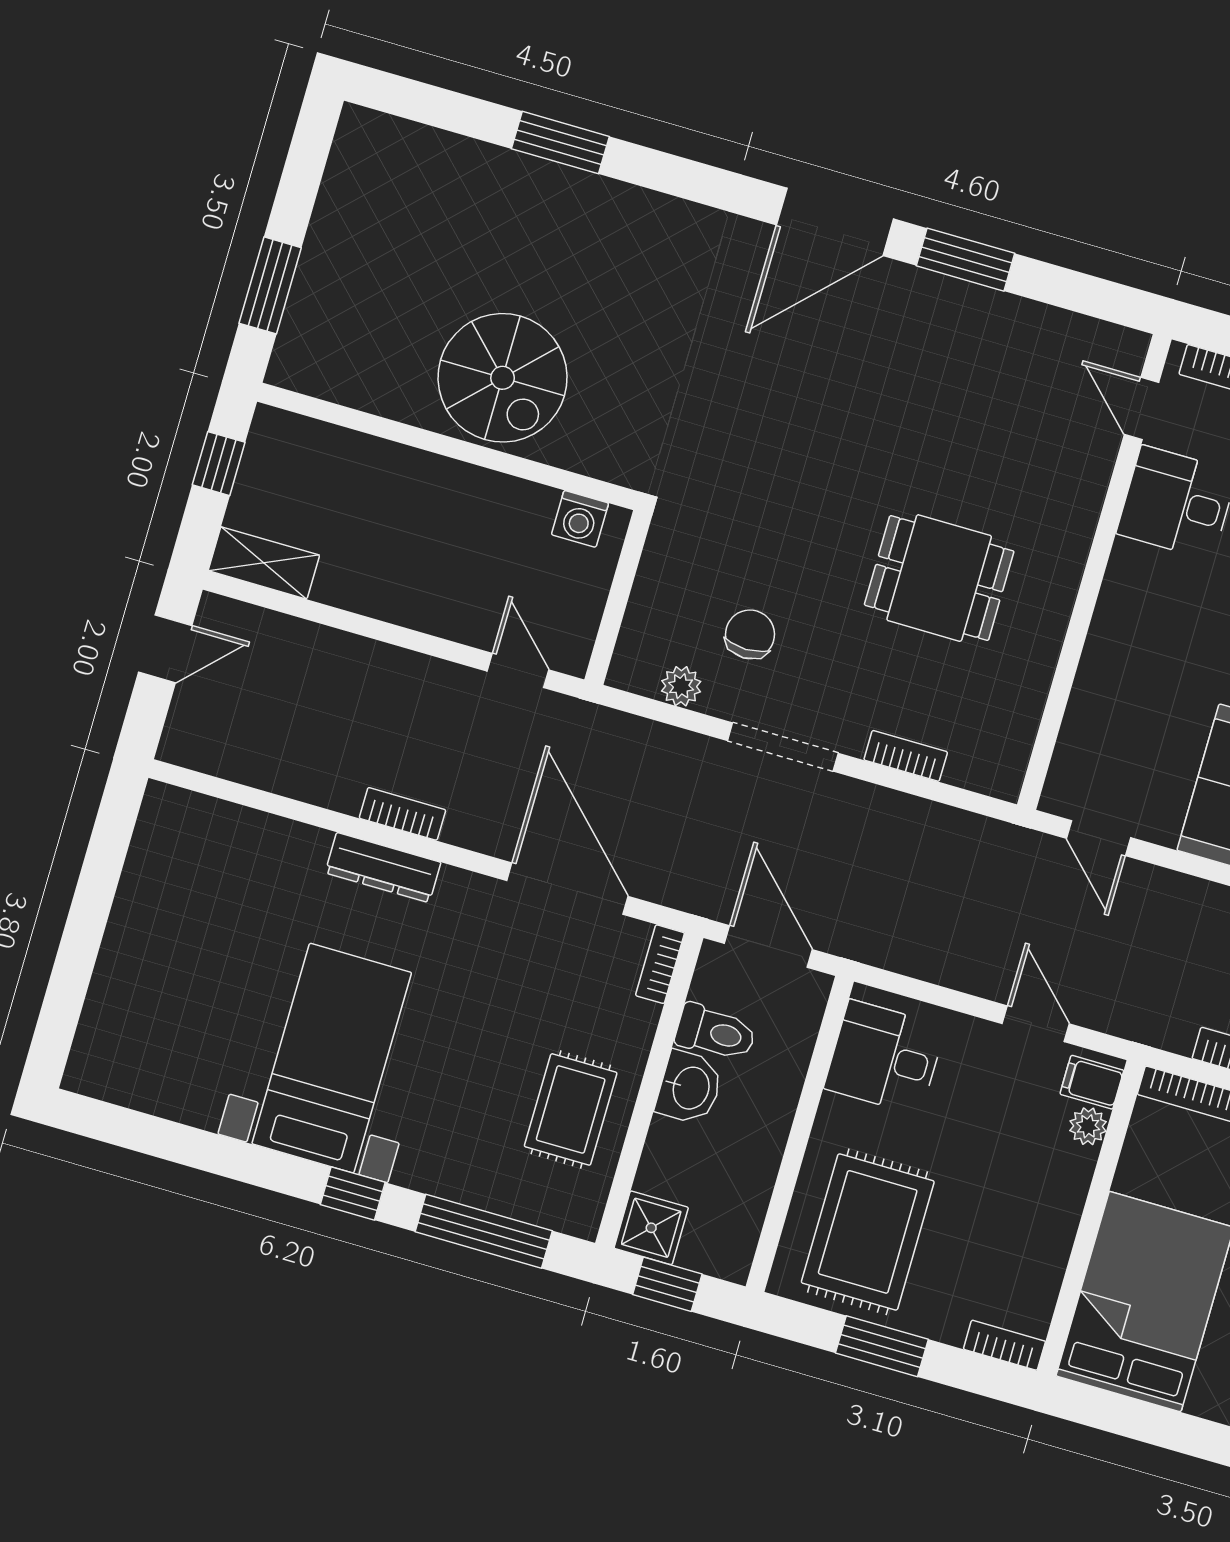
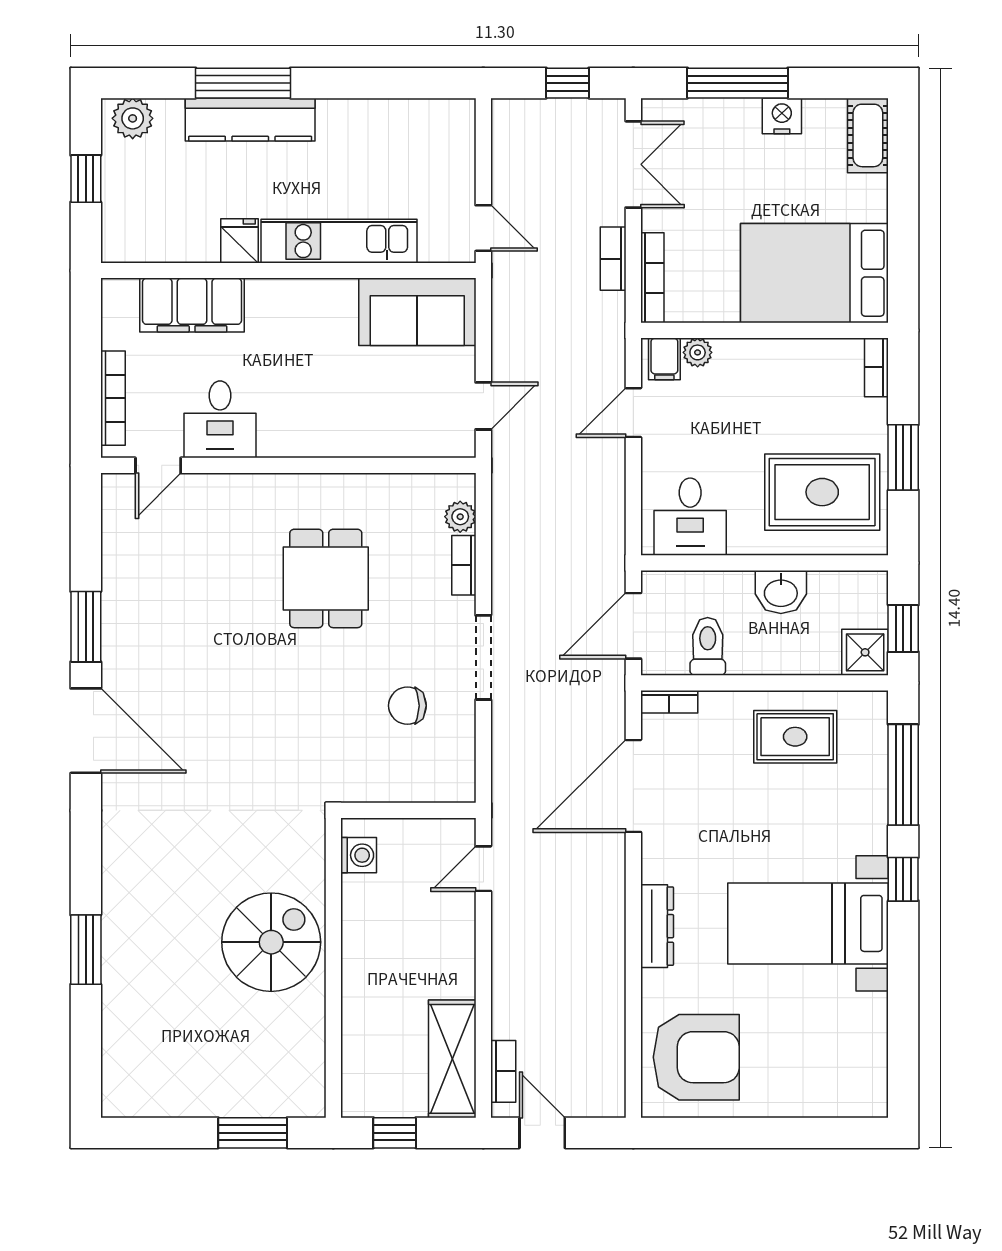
shelving: (264, 563) -> (452, 1059), width x1.50, depth x1.33
plant: (681, 686) -> (460, 517), moved
bookcase: (402, 814) -> (503, 1071), moved, turned 180
armchair: (204, 869) -> (696, 1057), added
washbasin: (689, 1088) -> (781, 592), moved, turned 180

